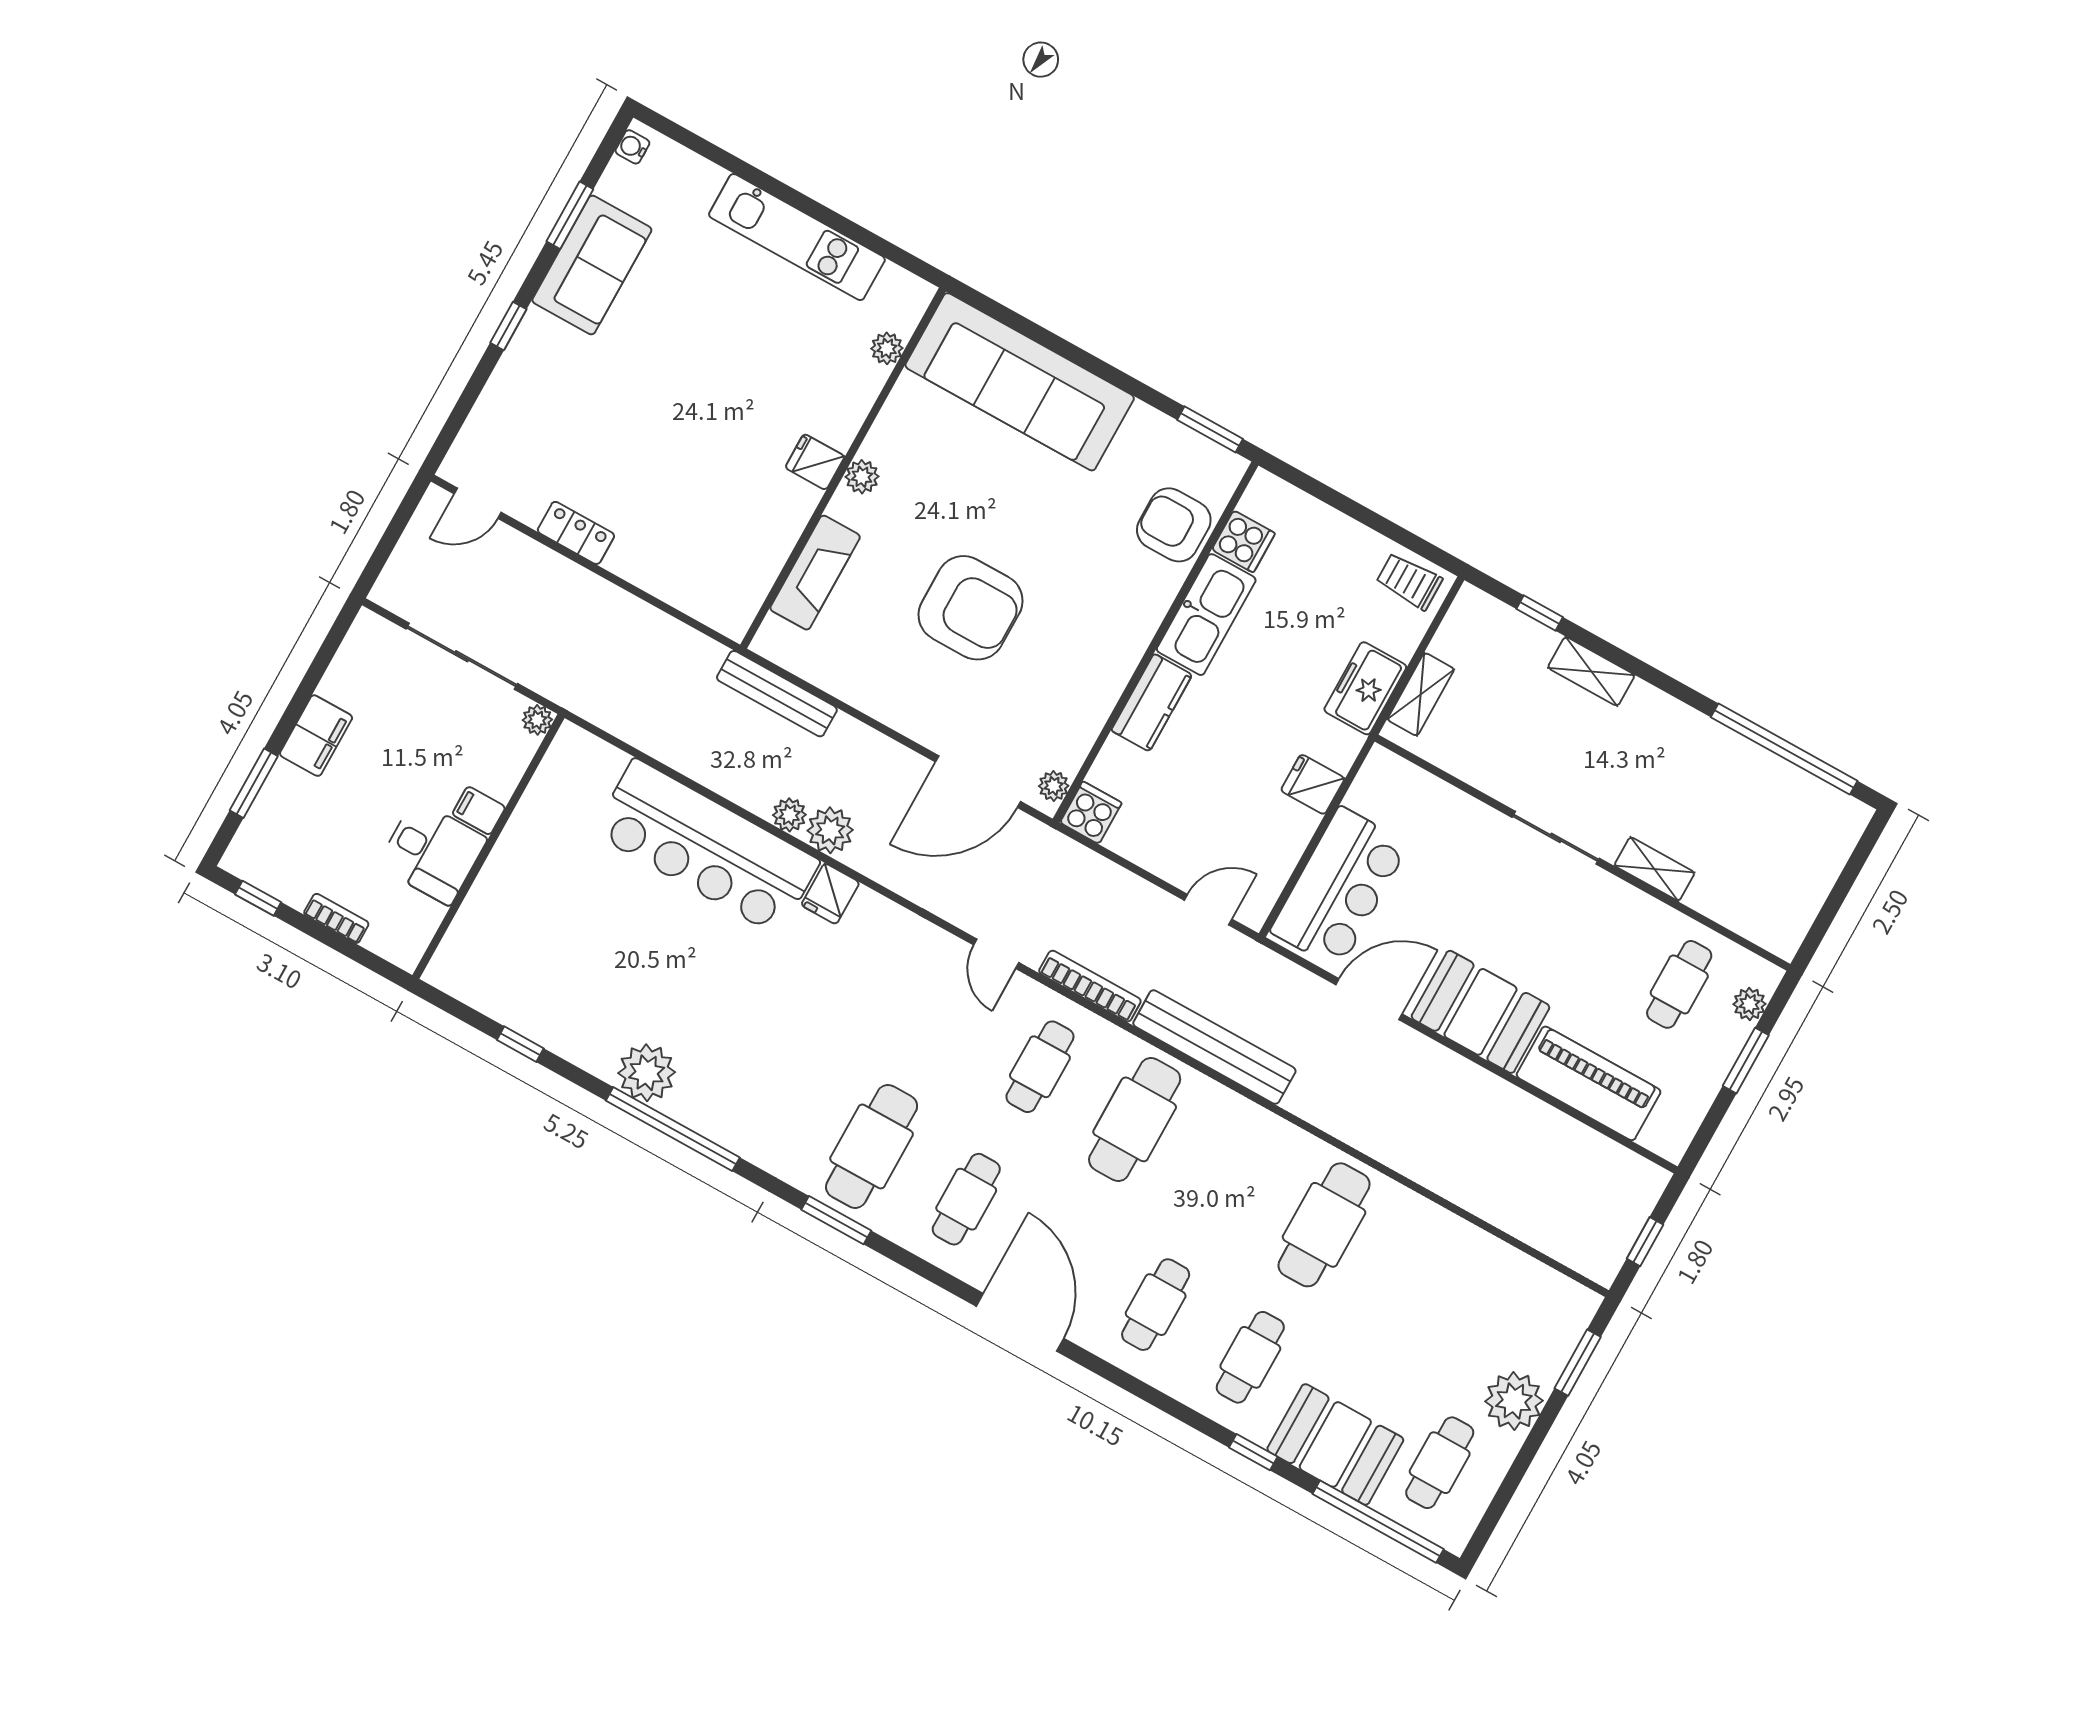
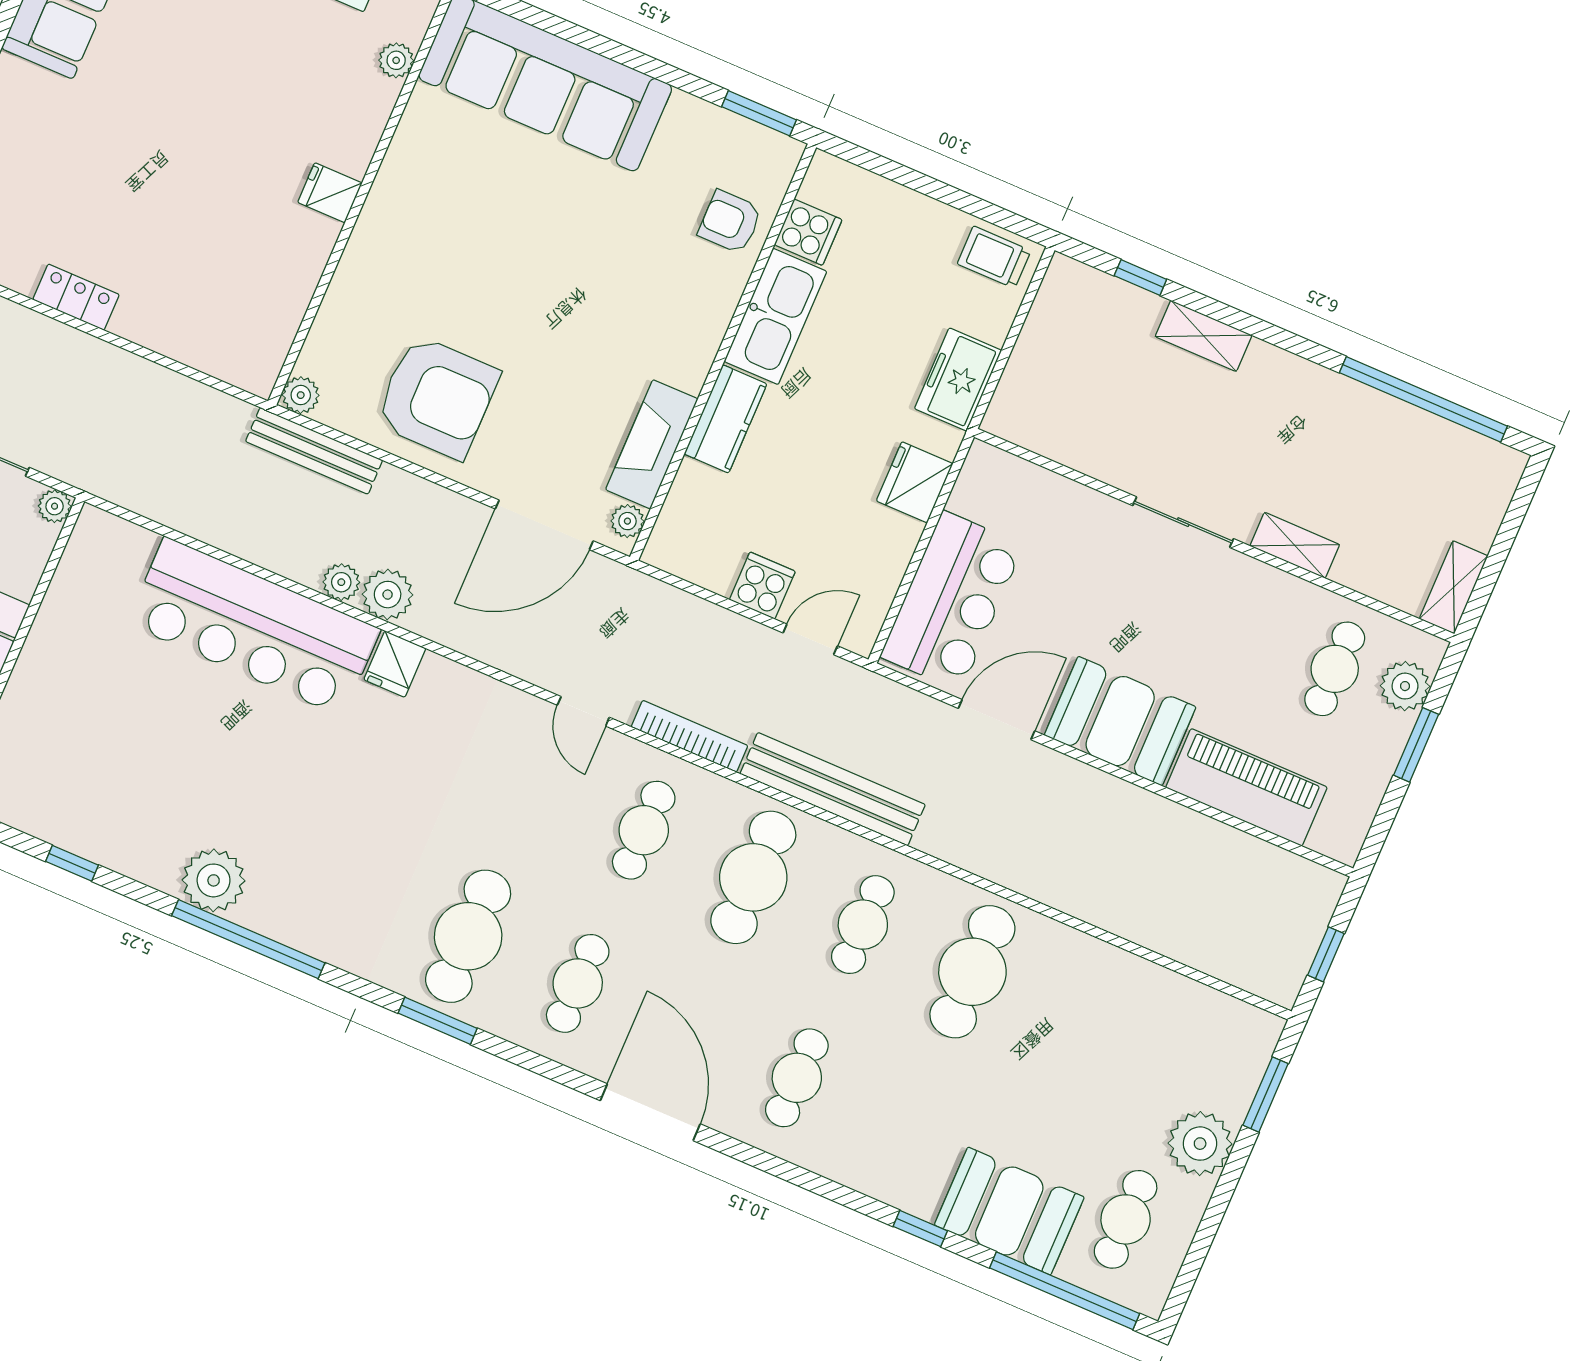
plant: (862, 477) -> (301, 395), moved
armchair: (1174, 525) -> (730, 222), width x0.72, depth x0.72
fireplace: (815, 573) -> (652, 444), moved, turned 180
armchair: (971, 608) -> (437, 397), moved
shelving: (1421, 694) -> (1454, 587), moved
fridge: (1313, 784) -> (915, 482), width x1.38
cooker: (1091, 813) -> (762, 586), moved
plant: (1749, 1004) -> (1405, 686), width x1.38, depth x1.38
cafe table: (1250, 1357) -> (863, 925), moved

